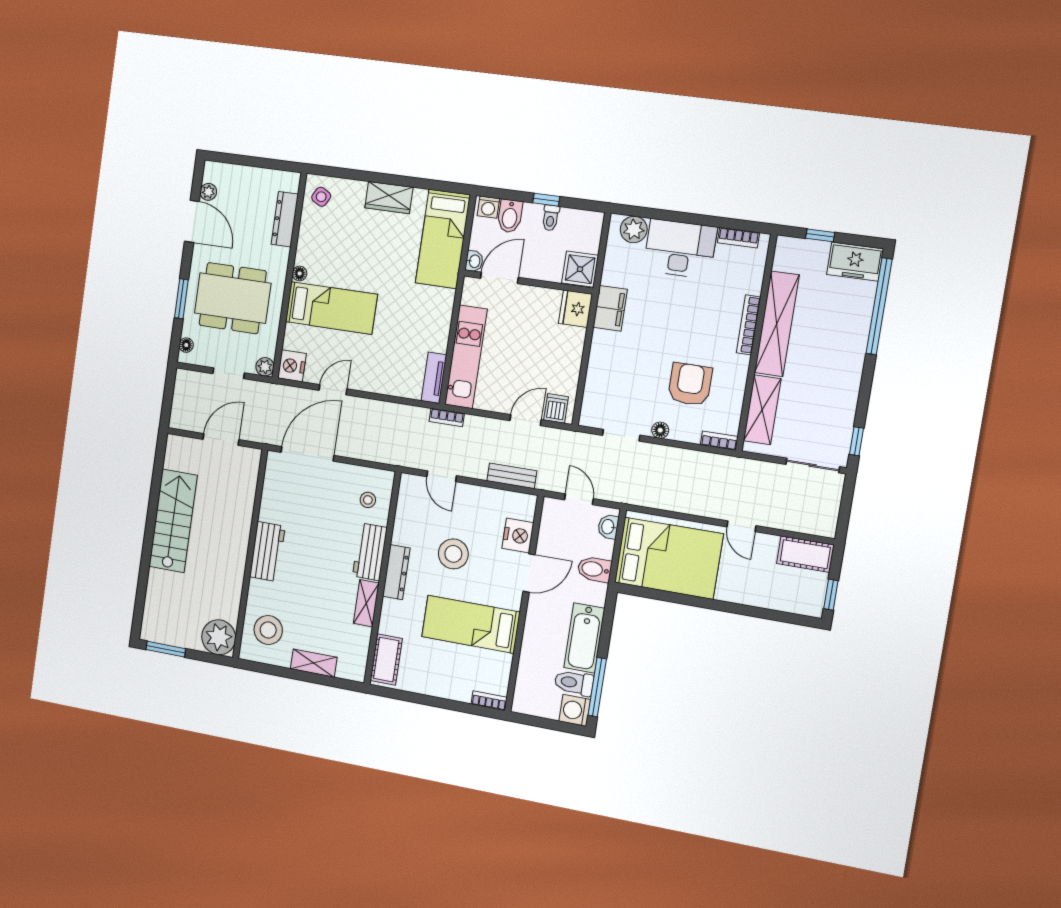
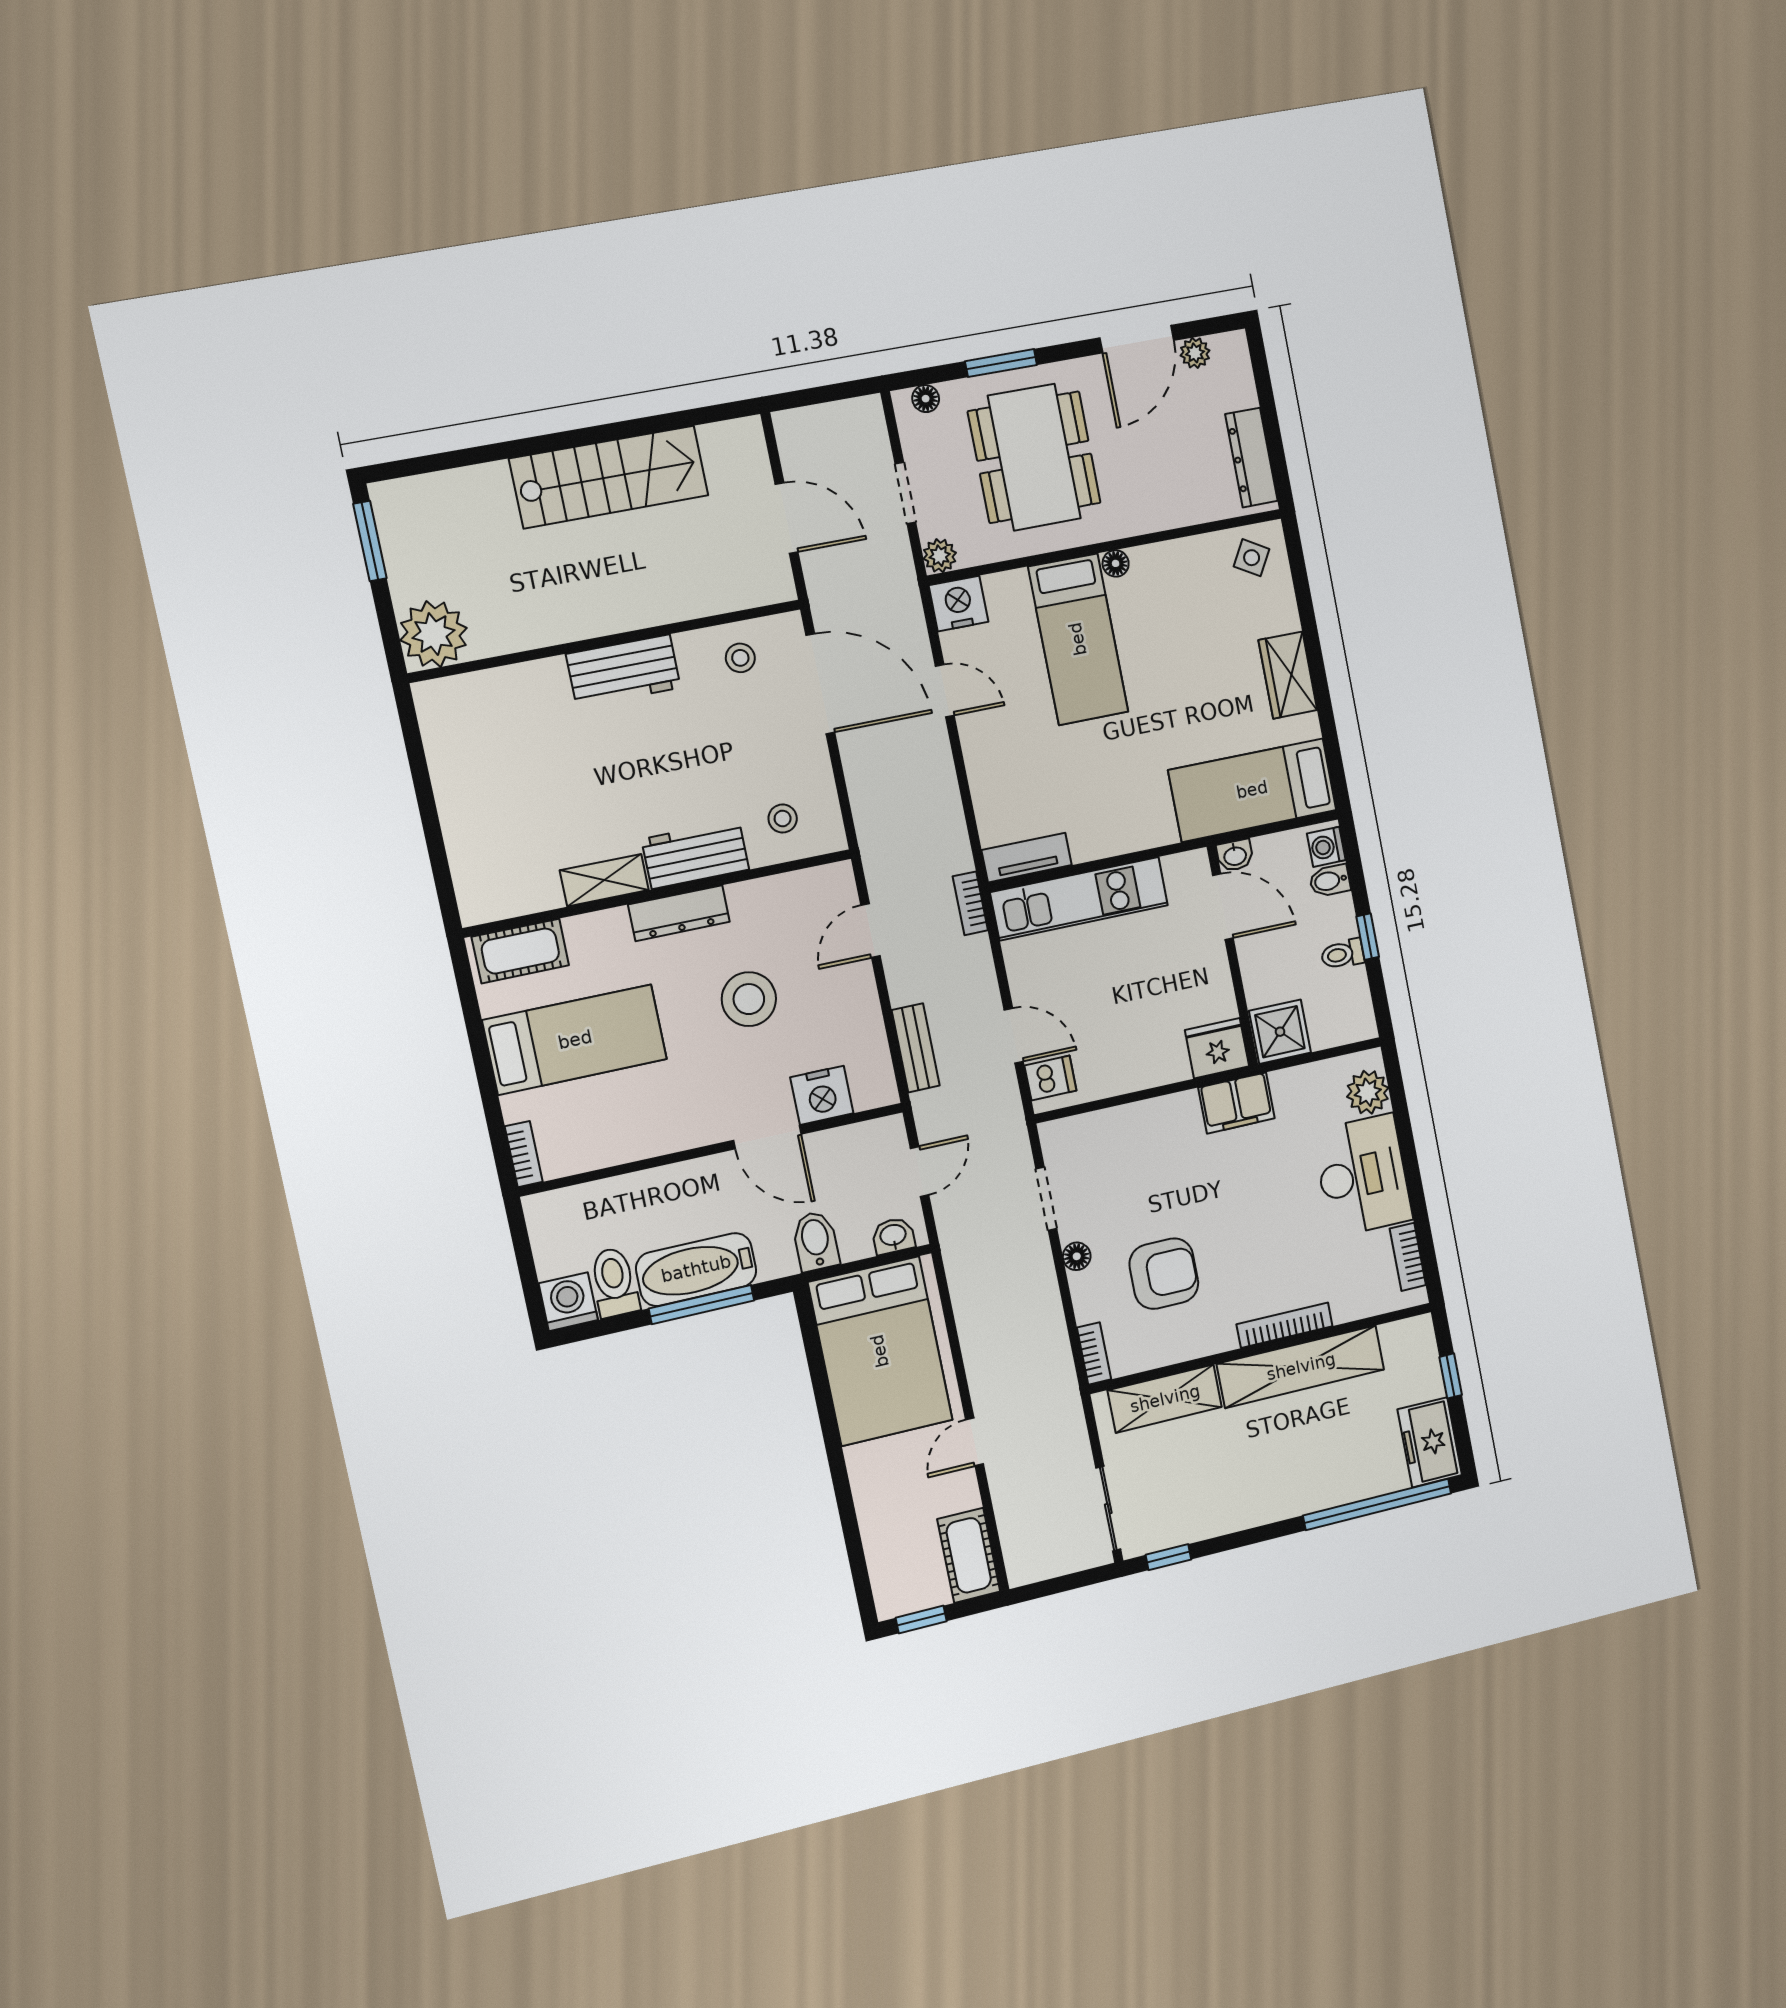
bidet: (510, 216) -> (1330, 881), width x0.72, depth x0.74
dresser: (285, 219) -> (1251, 458), moved, turned -90
bed: (471, 624) -> (575, 1040), moved, turned 90
stool: (268, 630) -> (740, 658), moved, width x0.53, depth x0.53
shelving: (314, 663) -> (460, 825), removed
window: (597, 687) -> (702, 1305), moved

